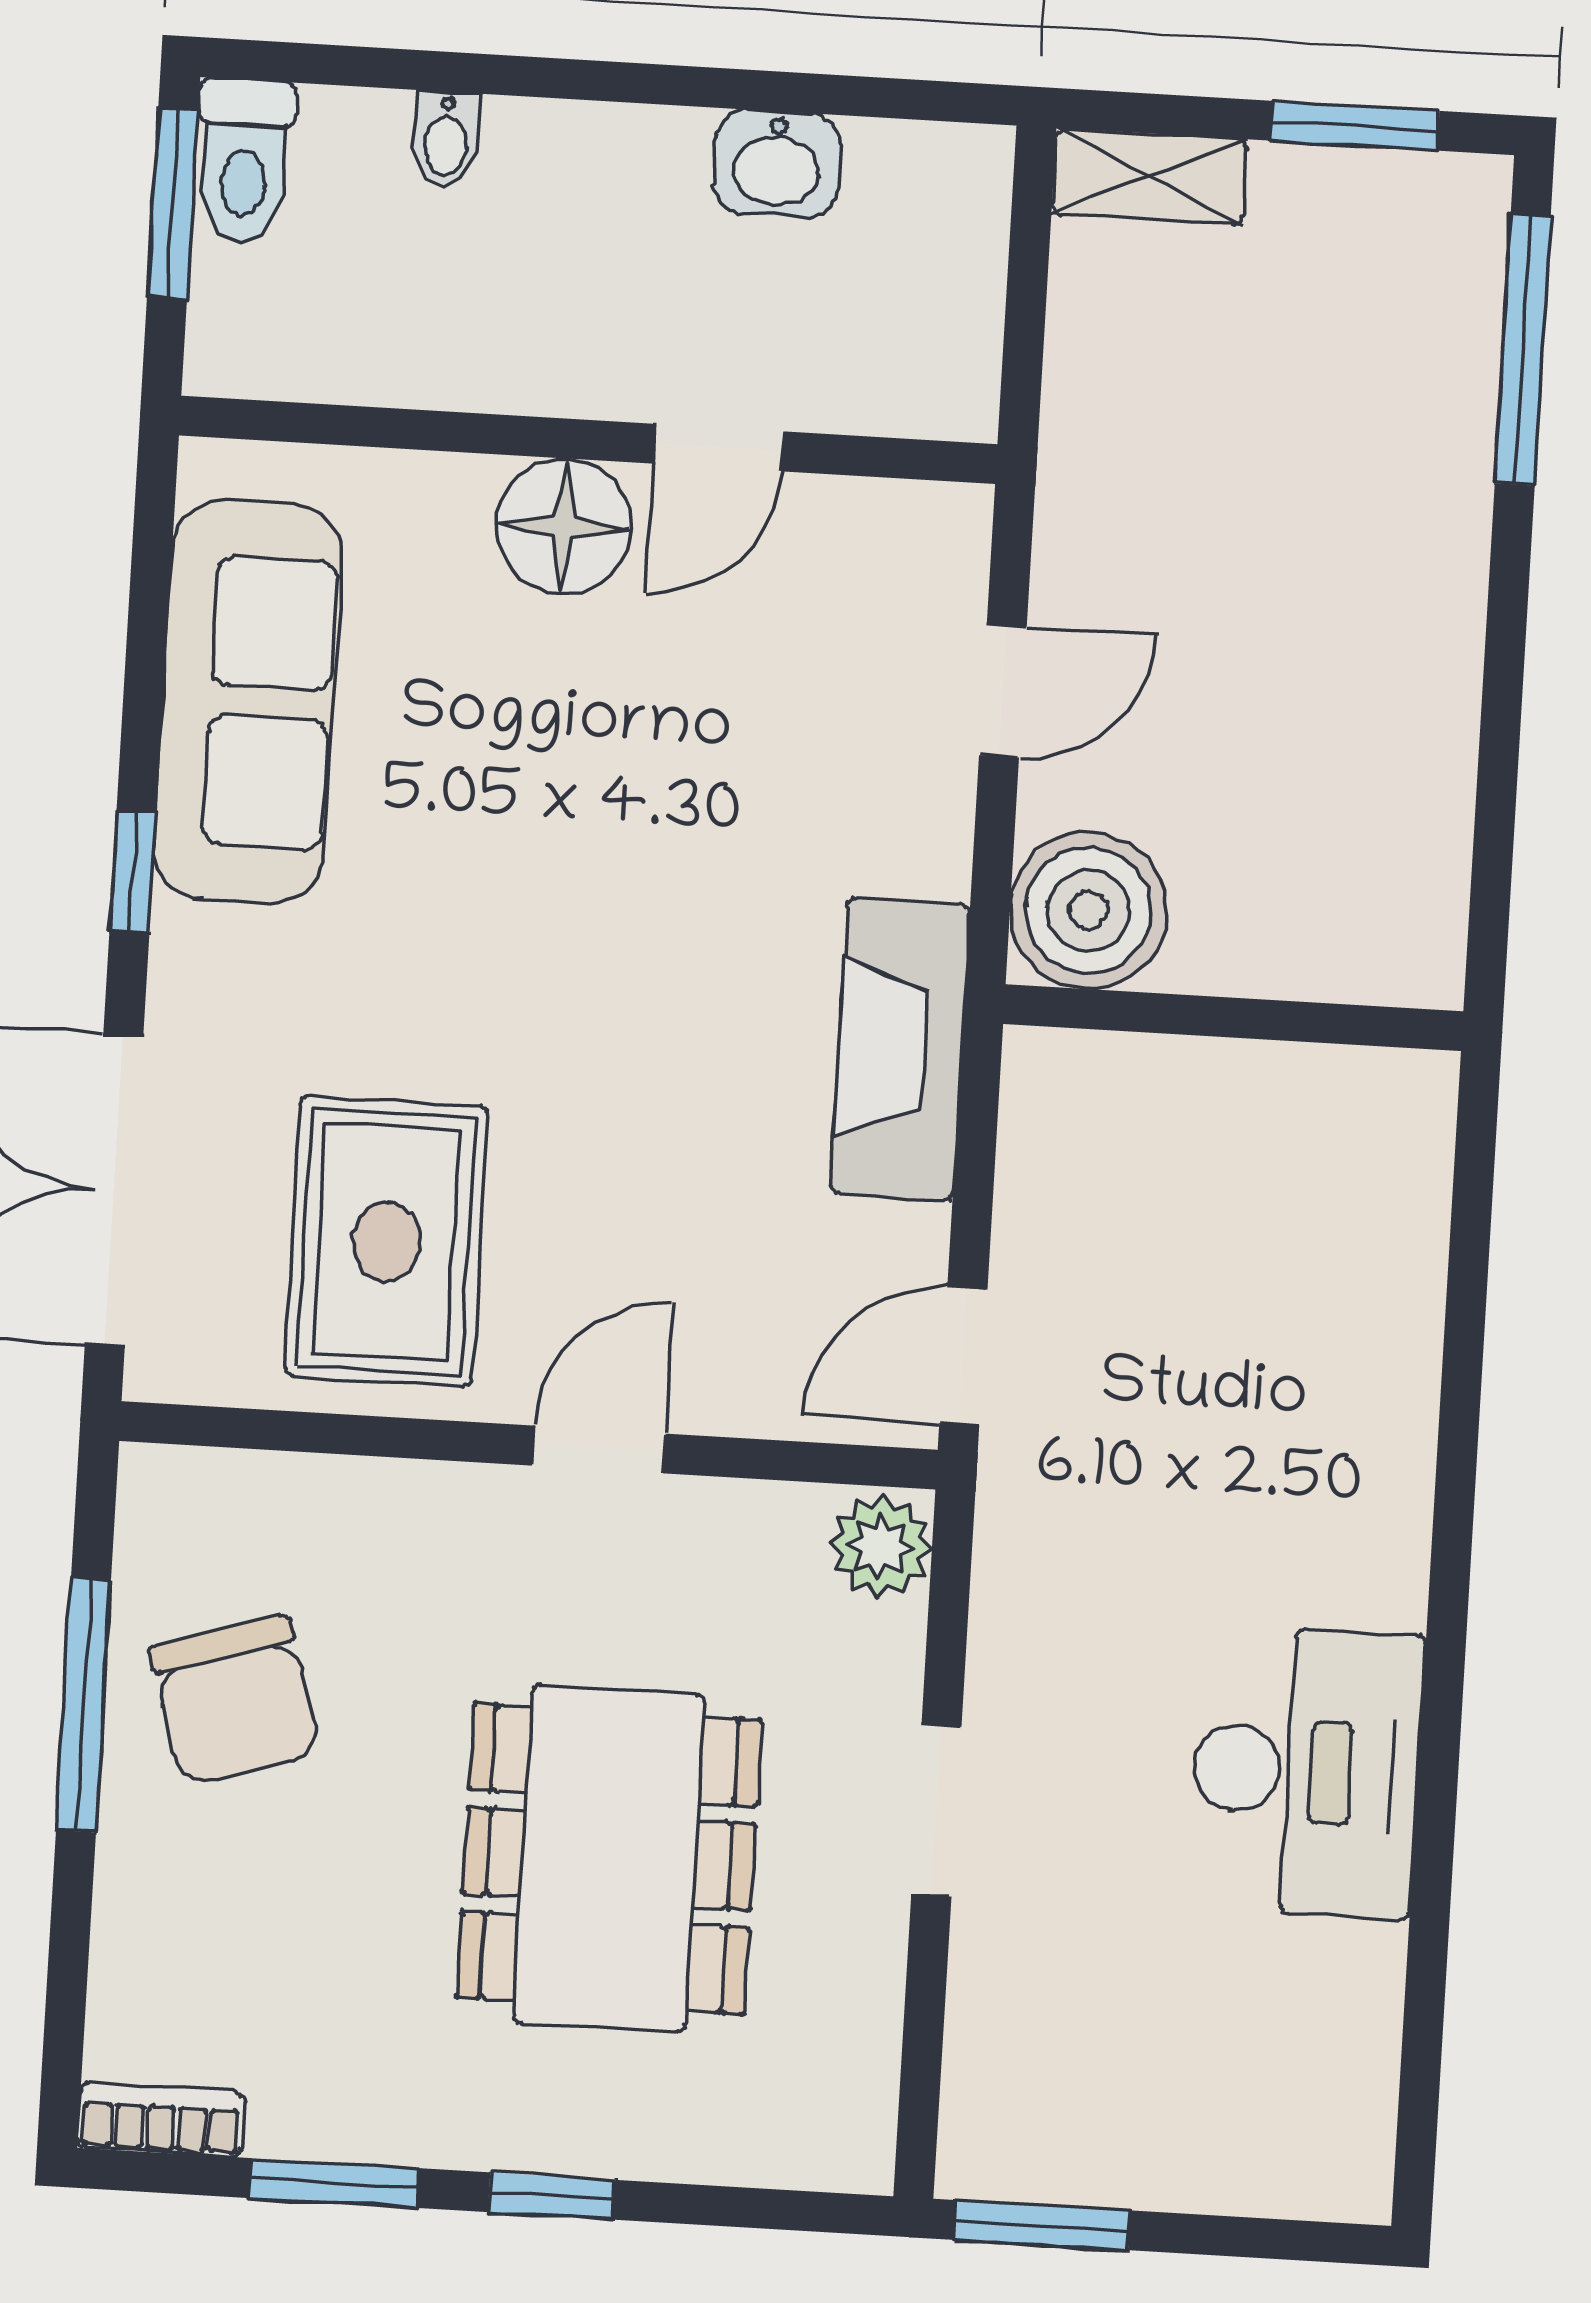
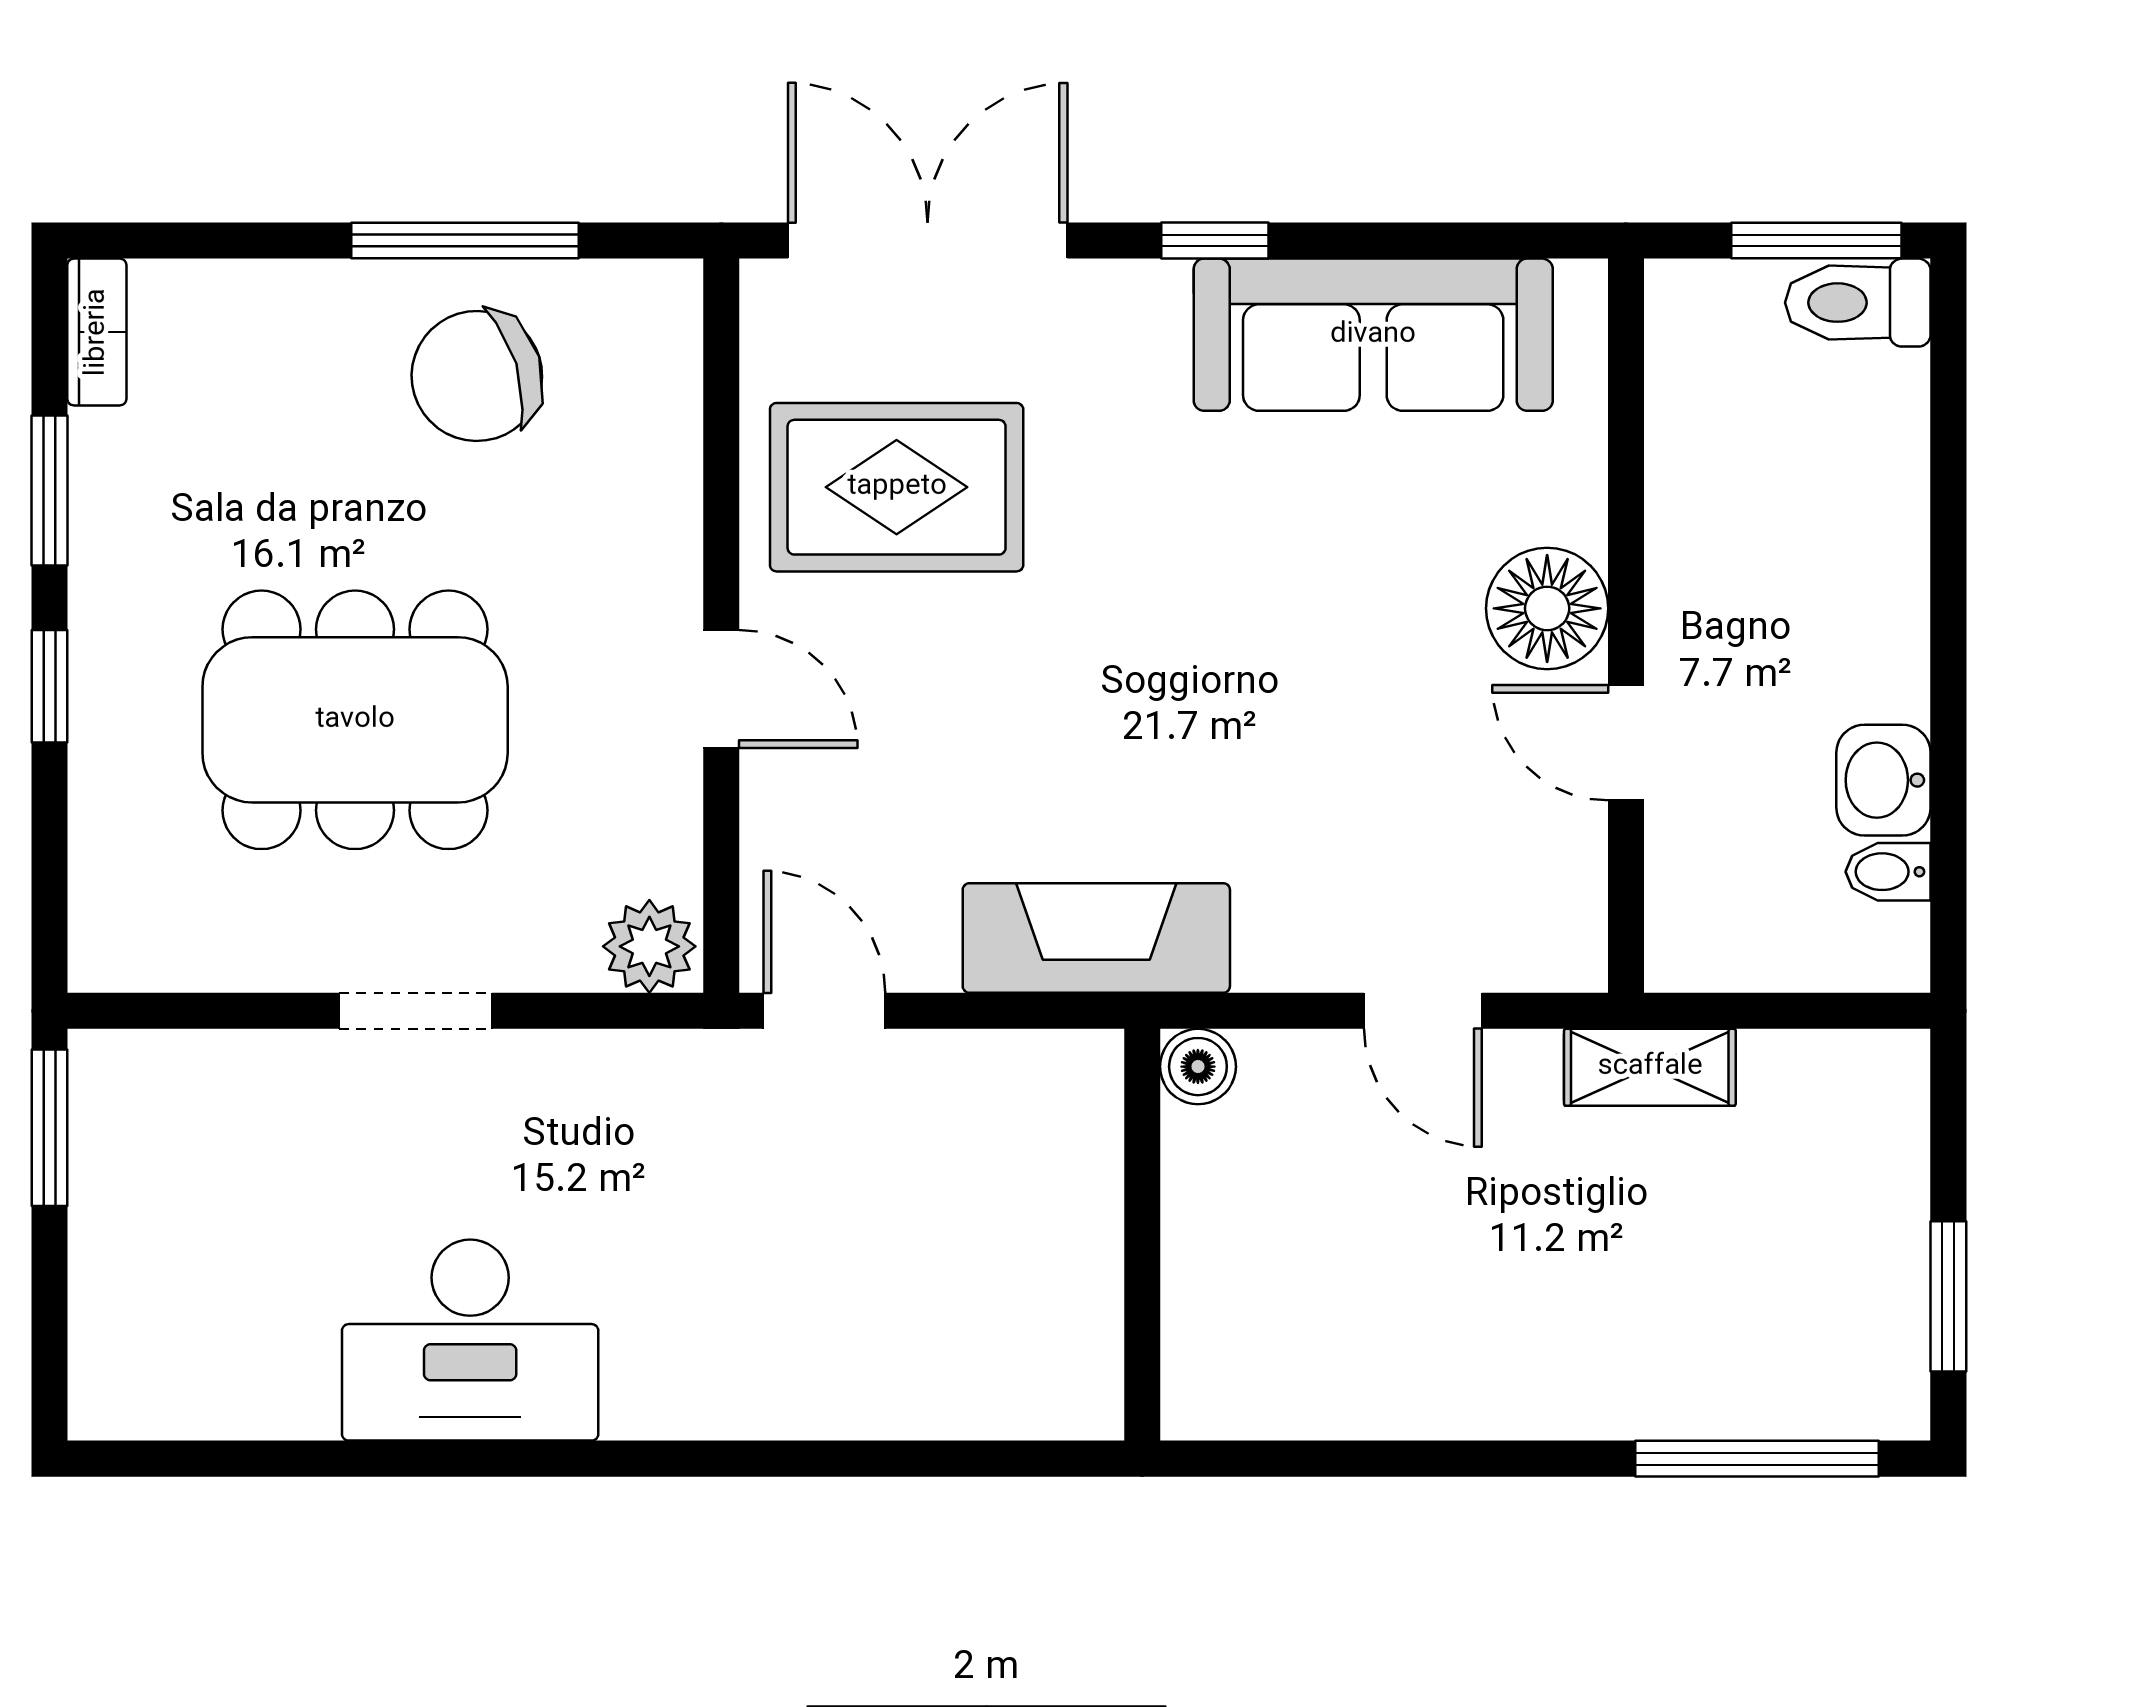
bidet: (446, 139) -> (1888, 872), moved
shelving: (1149, 177) -> (1650, 1067), moved, turned 90
boiler: (1088, 910) -> (1198, 1067), width x0.54, depth x0.54

